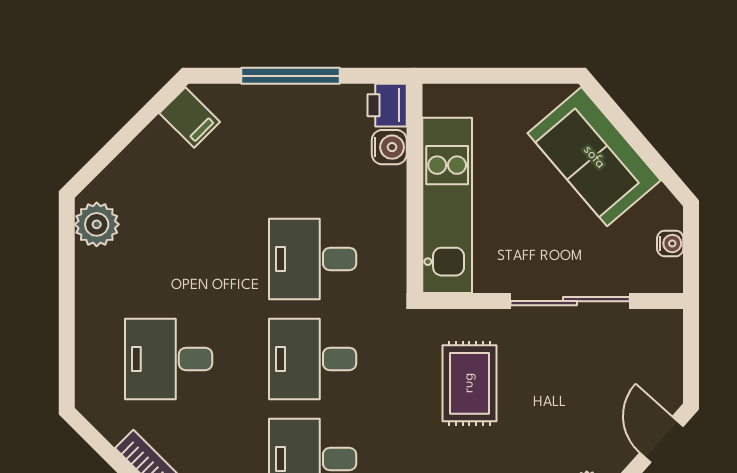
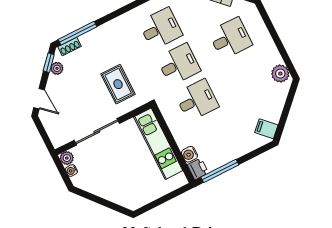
window: (290, 76) -> (220, 171), moved
sofa: (594, 157) -> (114, 188), removed
plant: (666, 276) -> (67, 158), added

